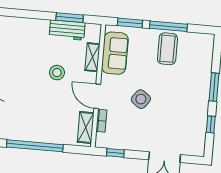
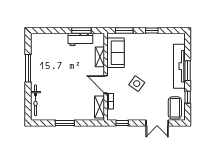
window: (168, 26) -> (152, 30), width x0.46
coffee table: (167, 49) -> (175, 108), moved
stool: (57, 73) -> (76, 70), removed
tv unit: (203, 80) -> (179, 66), added
window: (35, 146) -> (65, 123), width x0.47

